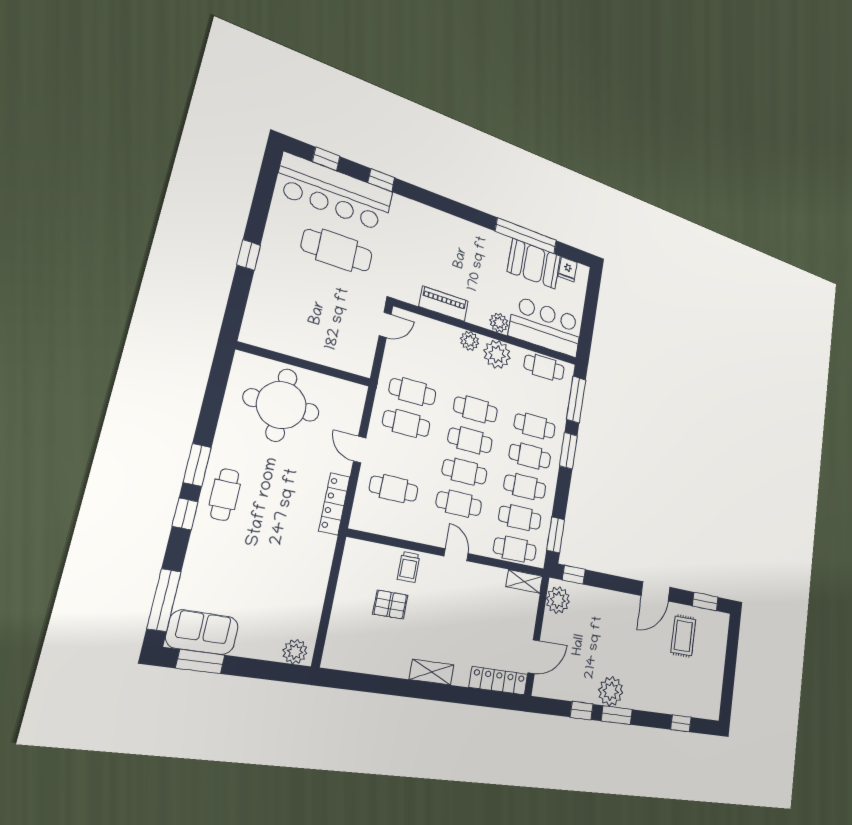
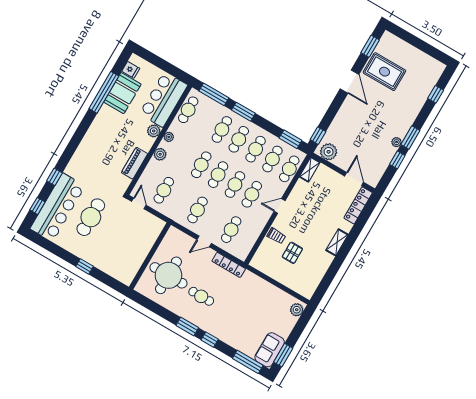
plant: (497, 354) -> (169, 137), width x0.53, depth x0.53
cafe table: (413, 392) -> (164, 190), moved
cafe table: (225, 495) -> (201, 296), moved
rug: (683, 636) -> (384, 72), width x1.36, depth x1.43
plant: (611, 691) -> (397, 142), width x0.53, depth x0.53

